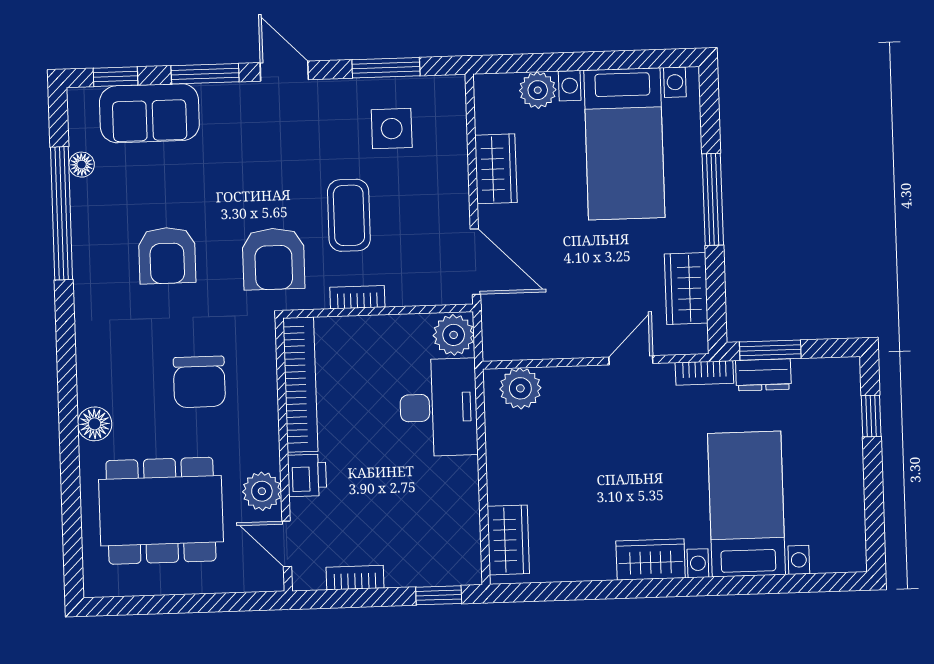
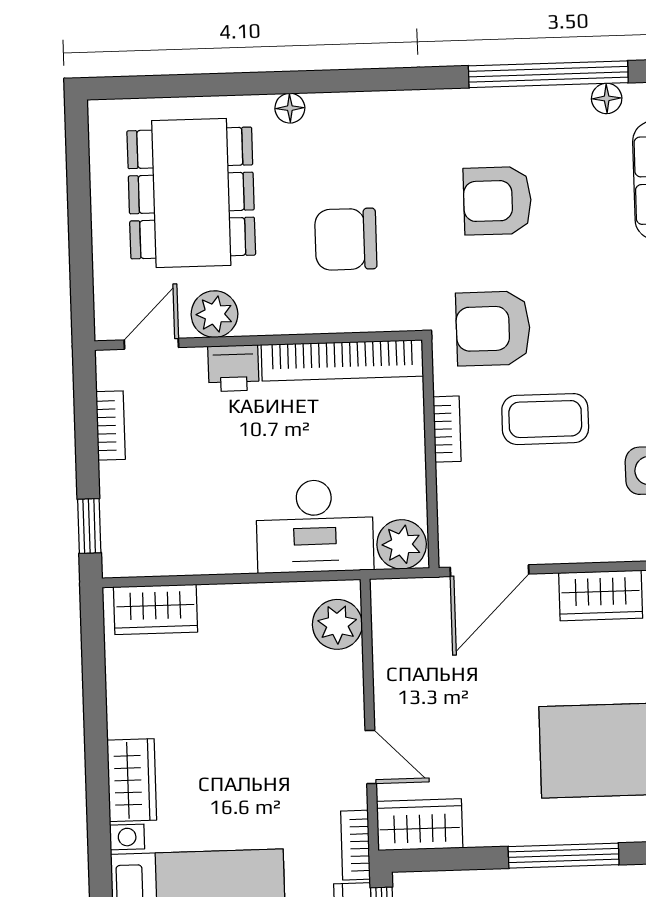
wardrobe: (686, 289) -> (420, 825), moved
floor lamp: (95, 424) -> (290, 108), width x0.73, depth x0.73

